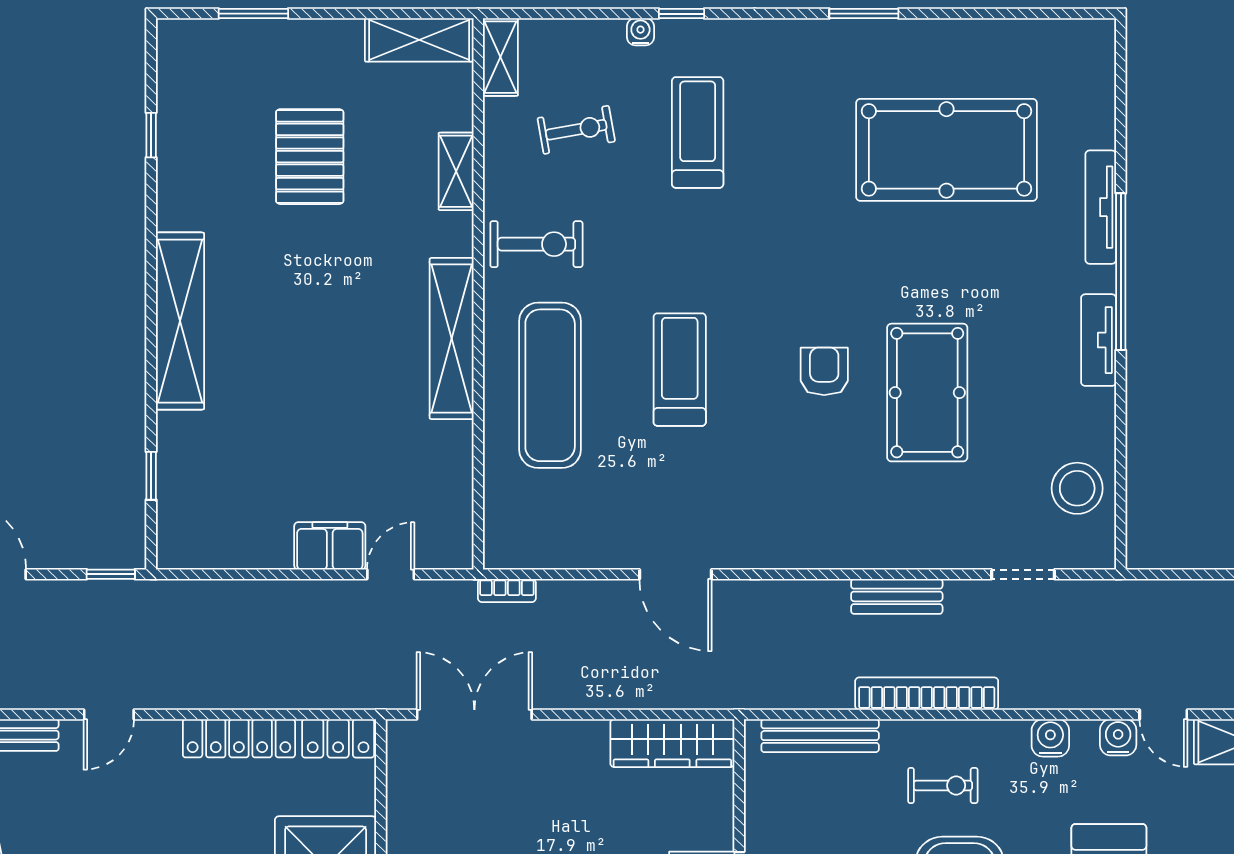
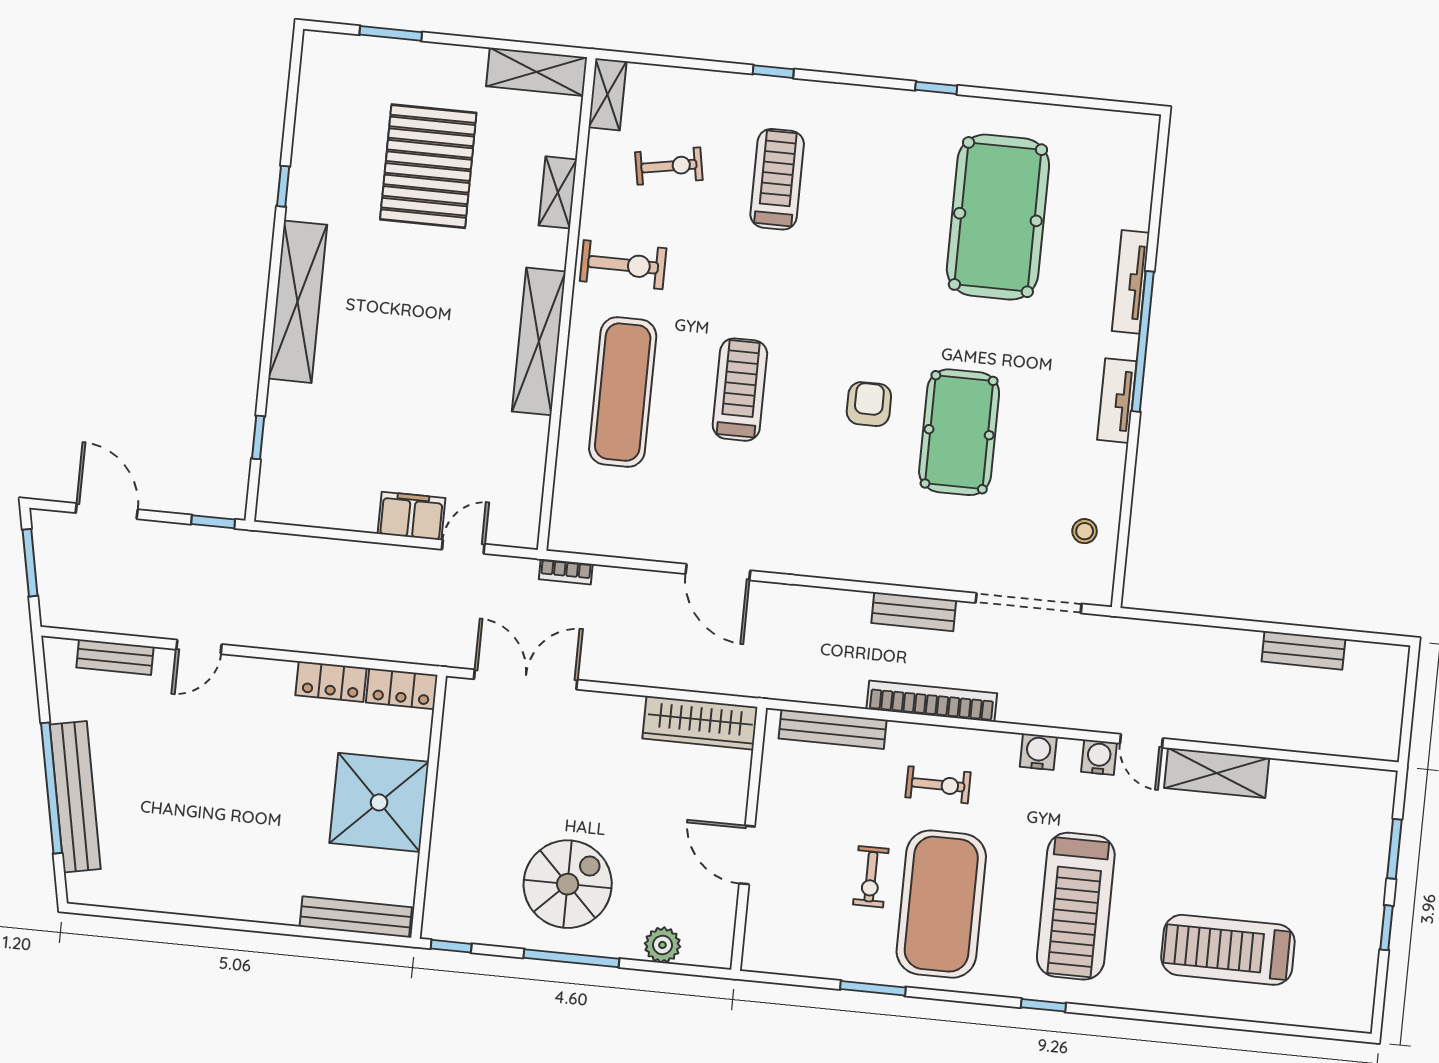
window: (864, 14) -> (936, 88), width x0.67
water cooler: (640, 32) -> (735, 84), removed
window: (151, 135) -> (283, 186), moved
pool table: (946, 150) -> (998, 217), turned 90
pallet: (310, 157) -> (428, 166), width x1.37, depth x1.41
stool: (1077, 488) -> (1085, 531), width x0.53, depth x0.53
doorway: (1023, 574) -> (1029, 603), width x1.87
locker: (239, 738) -> (331, 682), width x0.66

